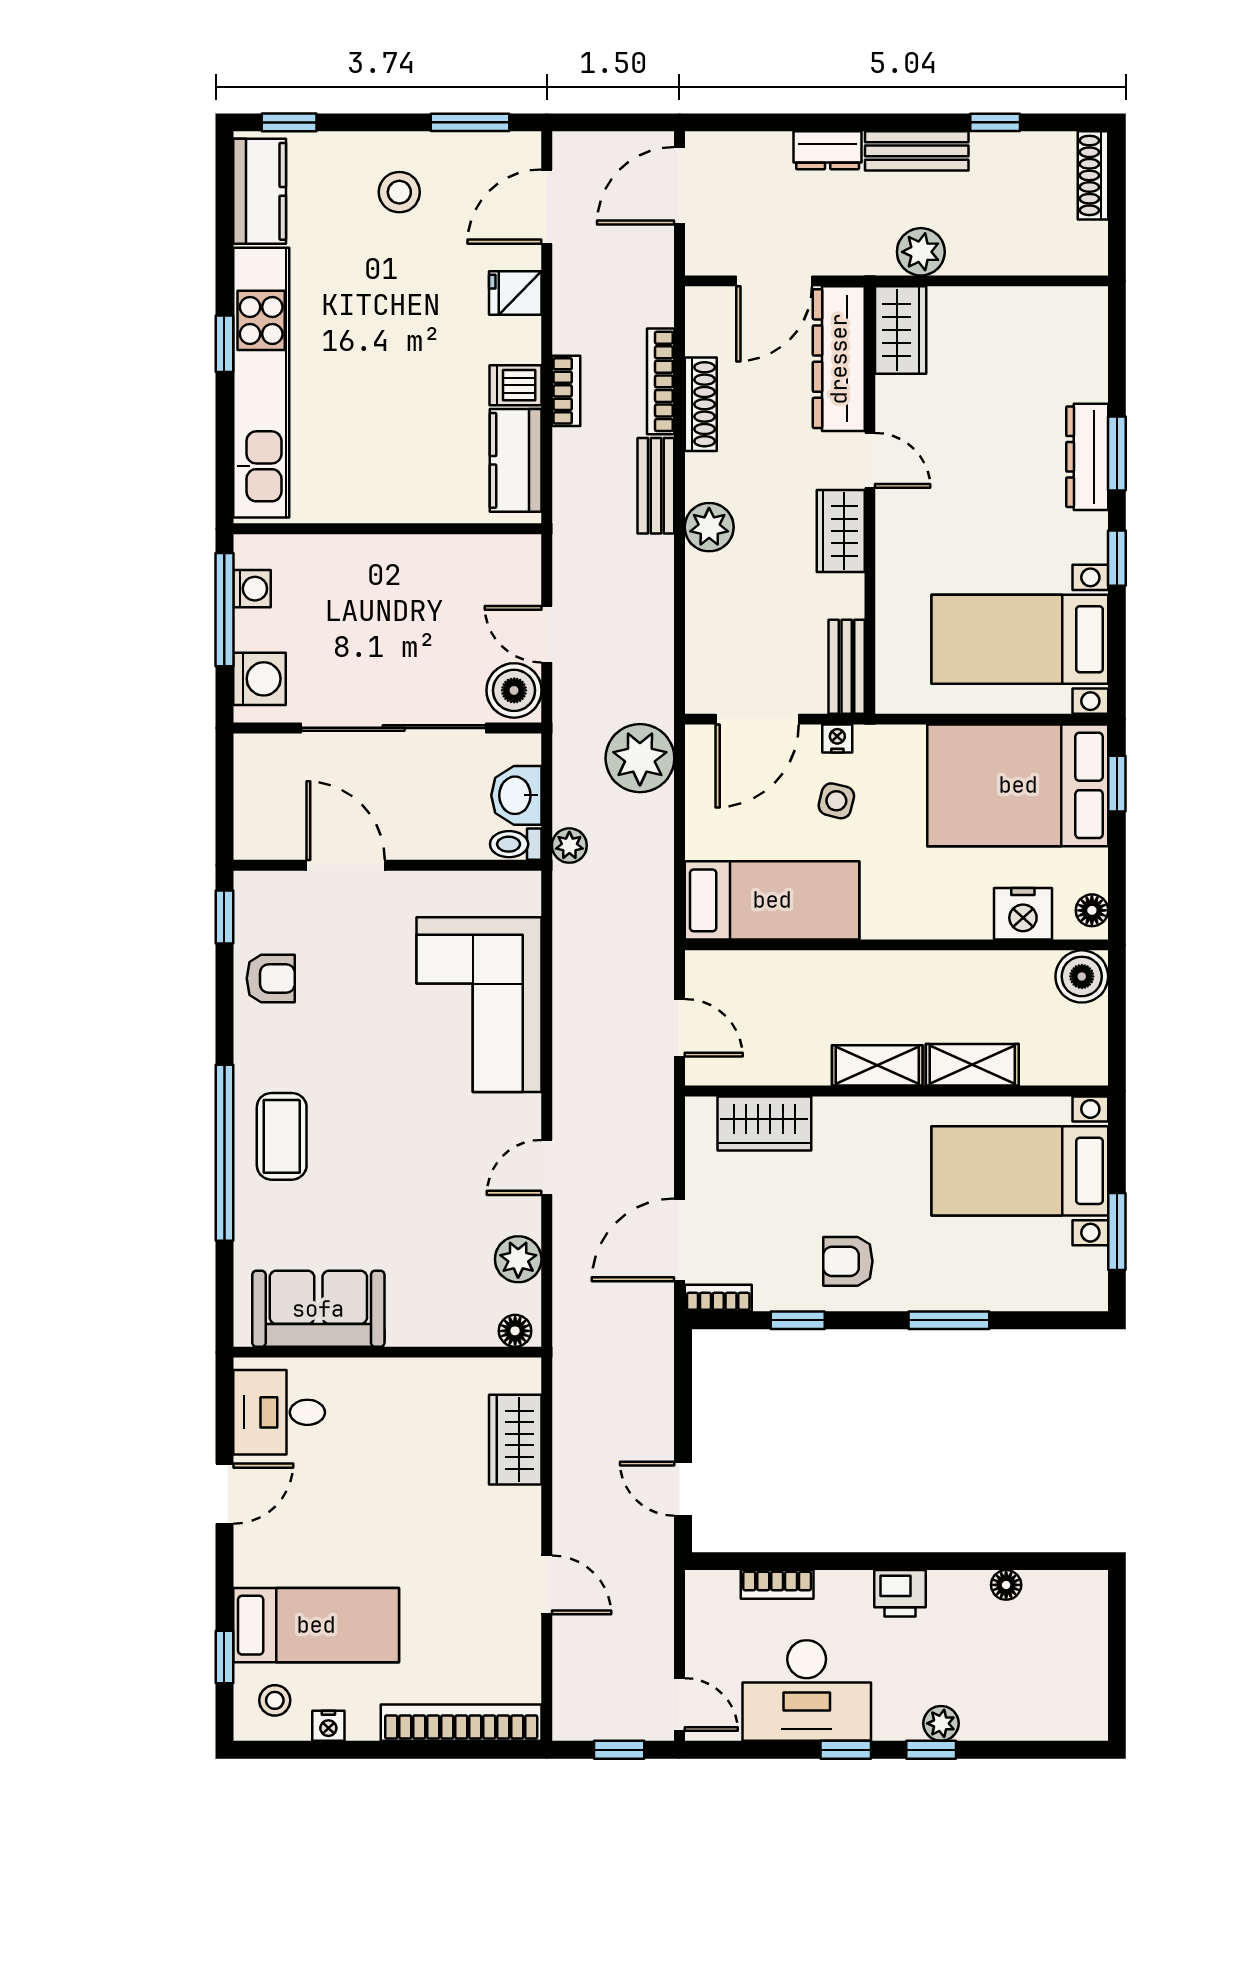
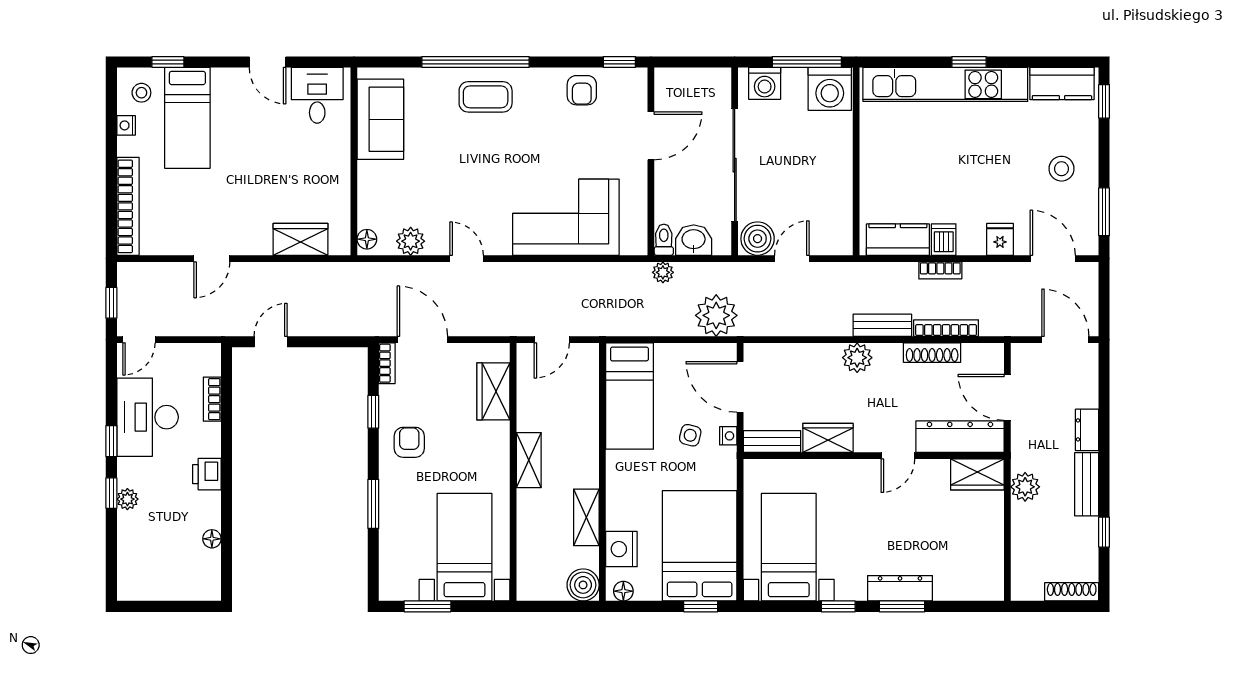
wardrobe: (841, 531) -> (828, 438), moved
washing machine: (252, 589) -> (830, 89), width x1.89, depth x1.89
shelving: (972, 1065) -> (586, 517), moved

